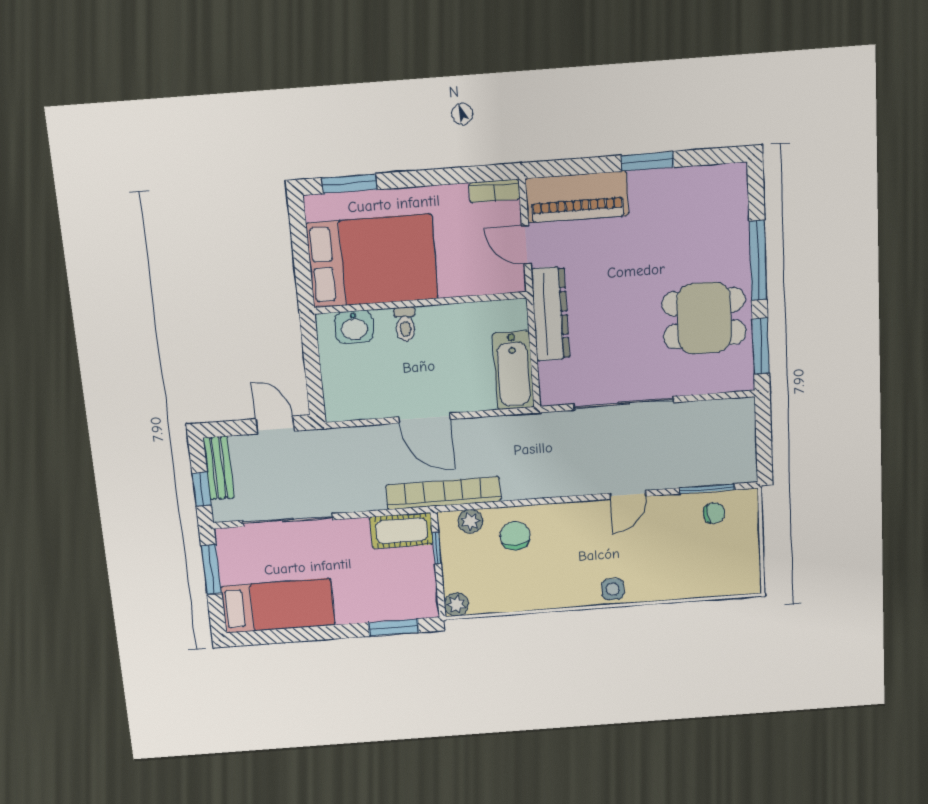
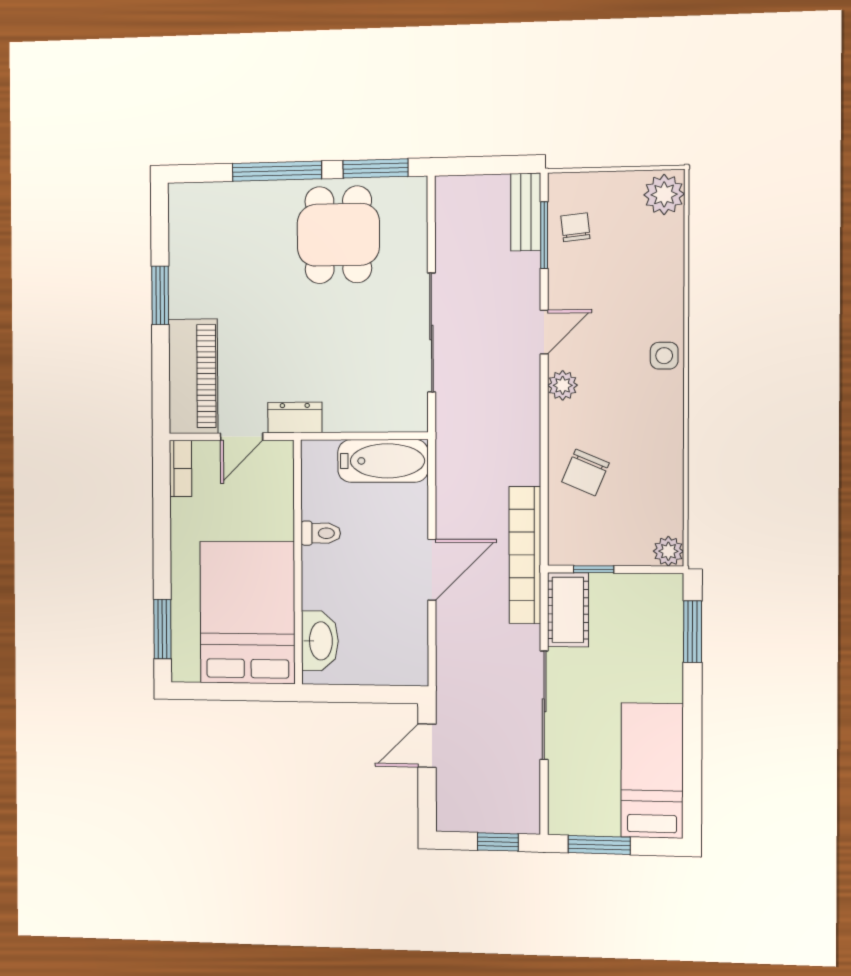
dresser: (550, 314) -> (295, 418), width x0.51, depth x0.80
toilet: (405, 324) -> (321, 533), moved
washbasin: (354, 327) -> (320, 641), width x1.38
bench: (219, 468) -> (526, 212), moved, turned 90
door: (628, 495) -> (544, 332), hinge flipped
sliding door: (288, 520) -> (544, 705), moved
plant: (470, 521) -> (563, 385), moved
chair: (515, 536) -> (585, 472), turned -67
plant: (741, 579) -> (664, 194), added

